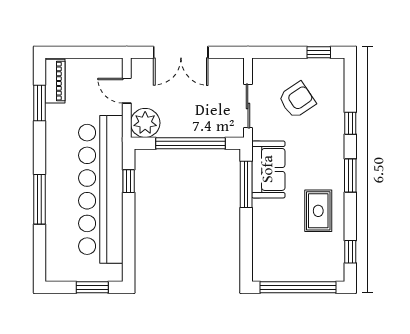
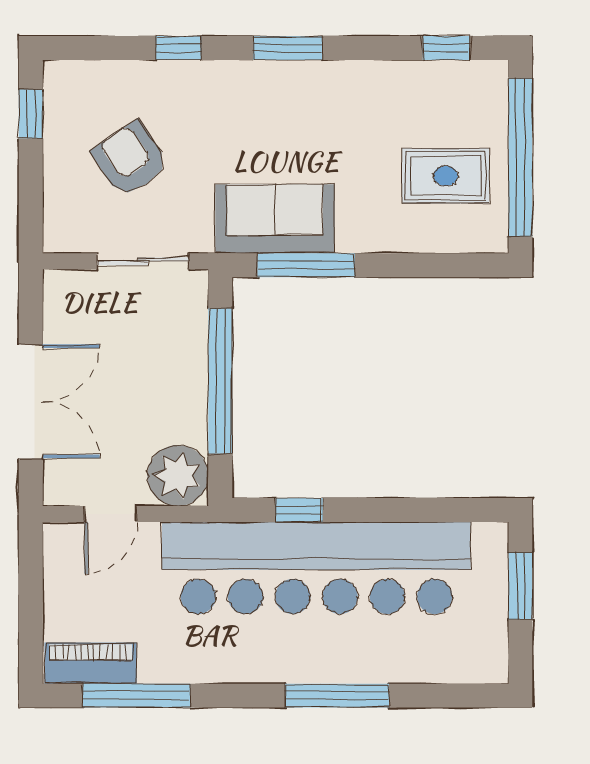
window: (40, 103) -> (136, 696), width x1.44
rug: (318, 211) -> (446, 176), moved

